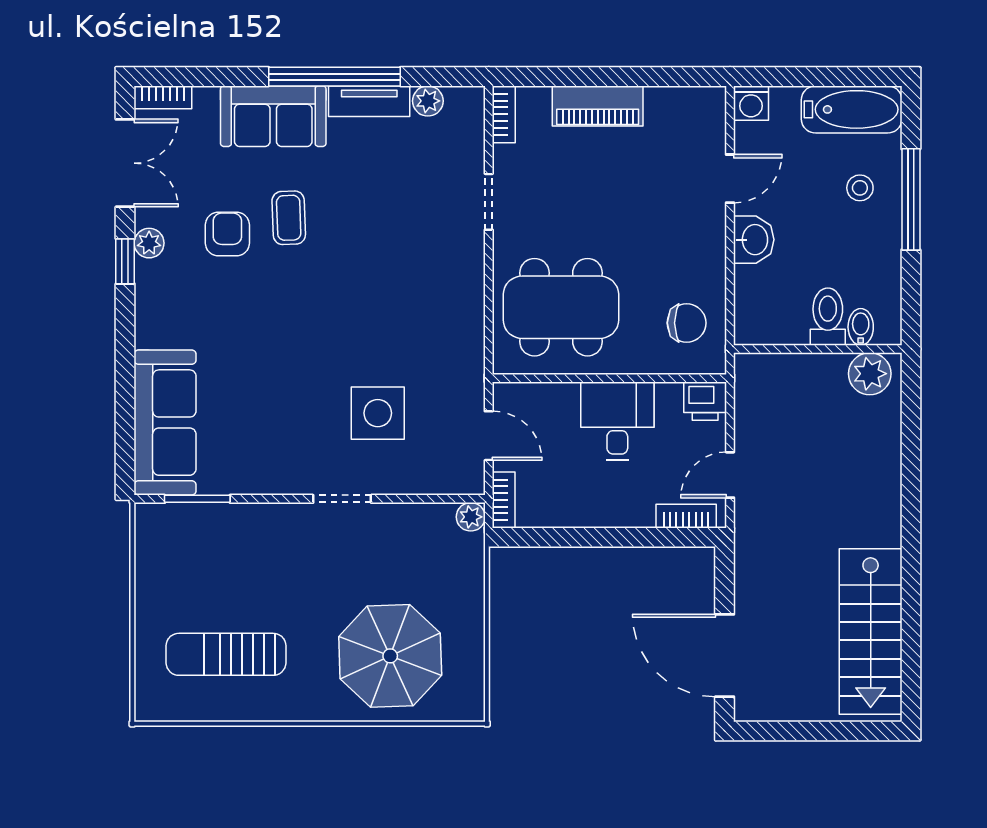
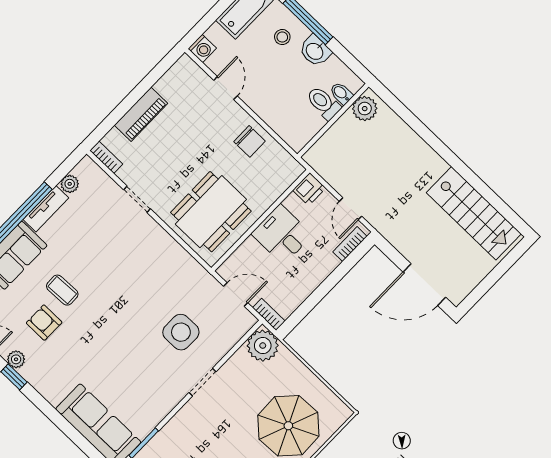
washbasin: (754, 240) -> (315, 51), moved, turned 180
chair: (687, 323) -> (250, 141), moved, turned 90
plant: (471, 517) -> (263, 346), width x1.87, depth x1.87

